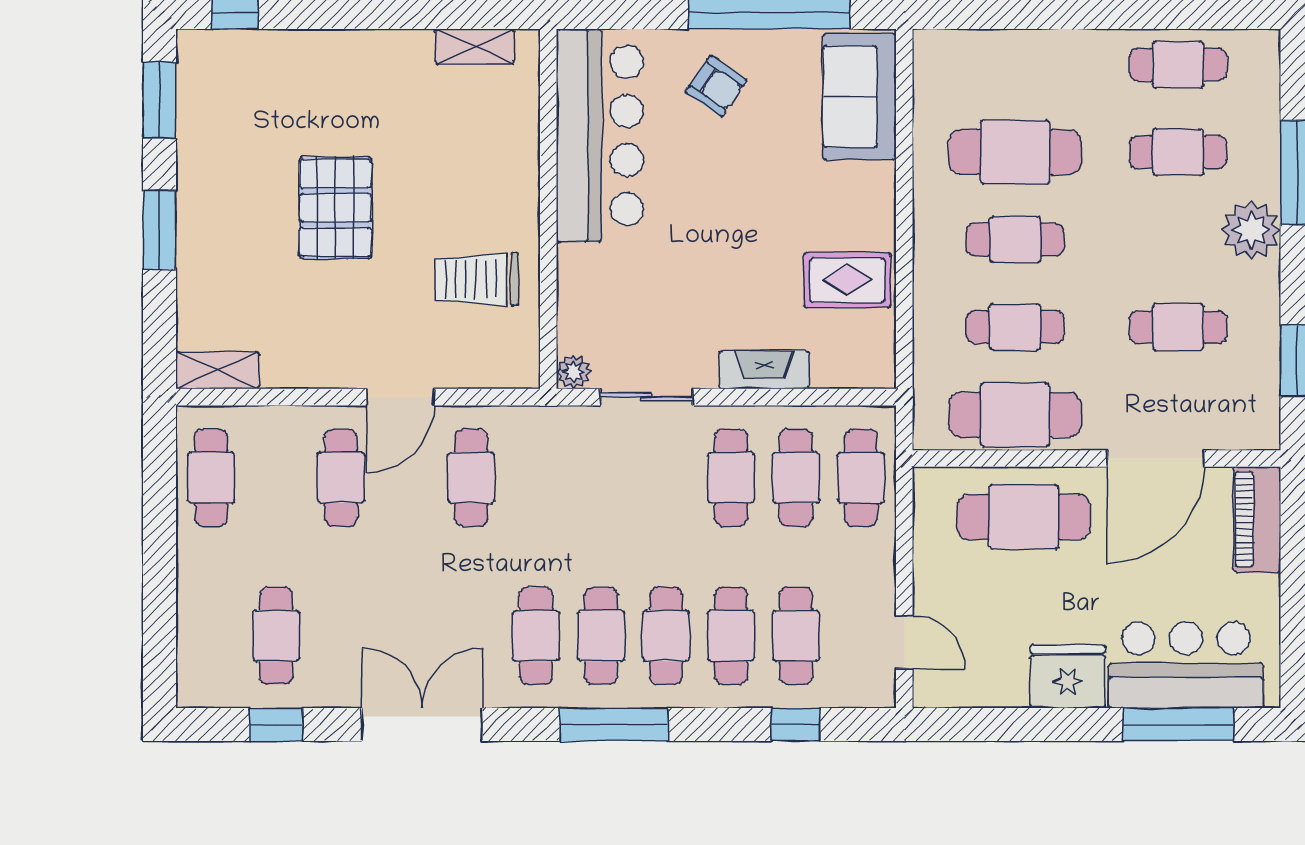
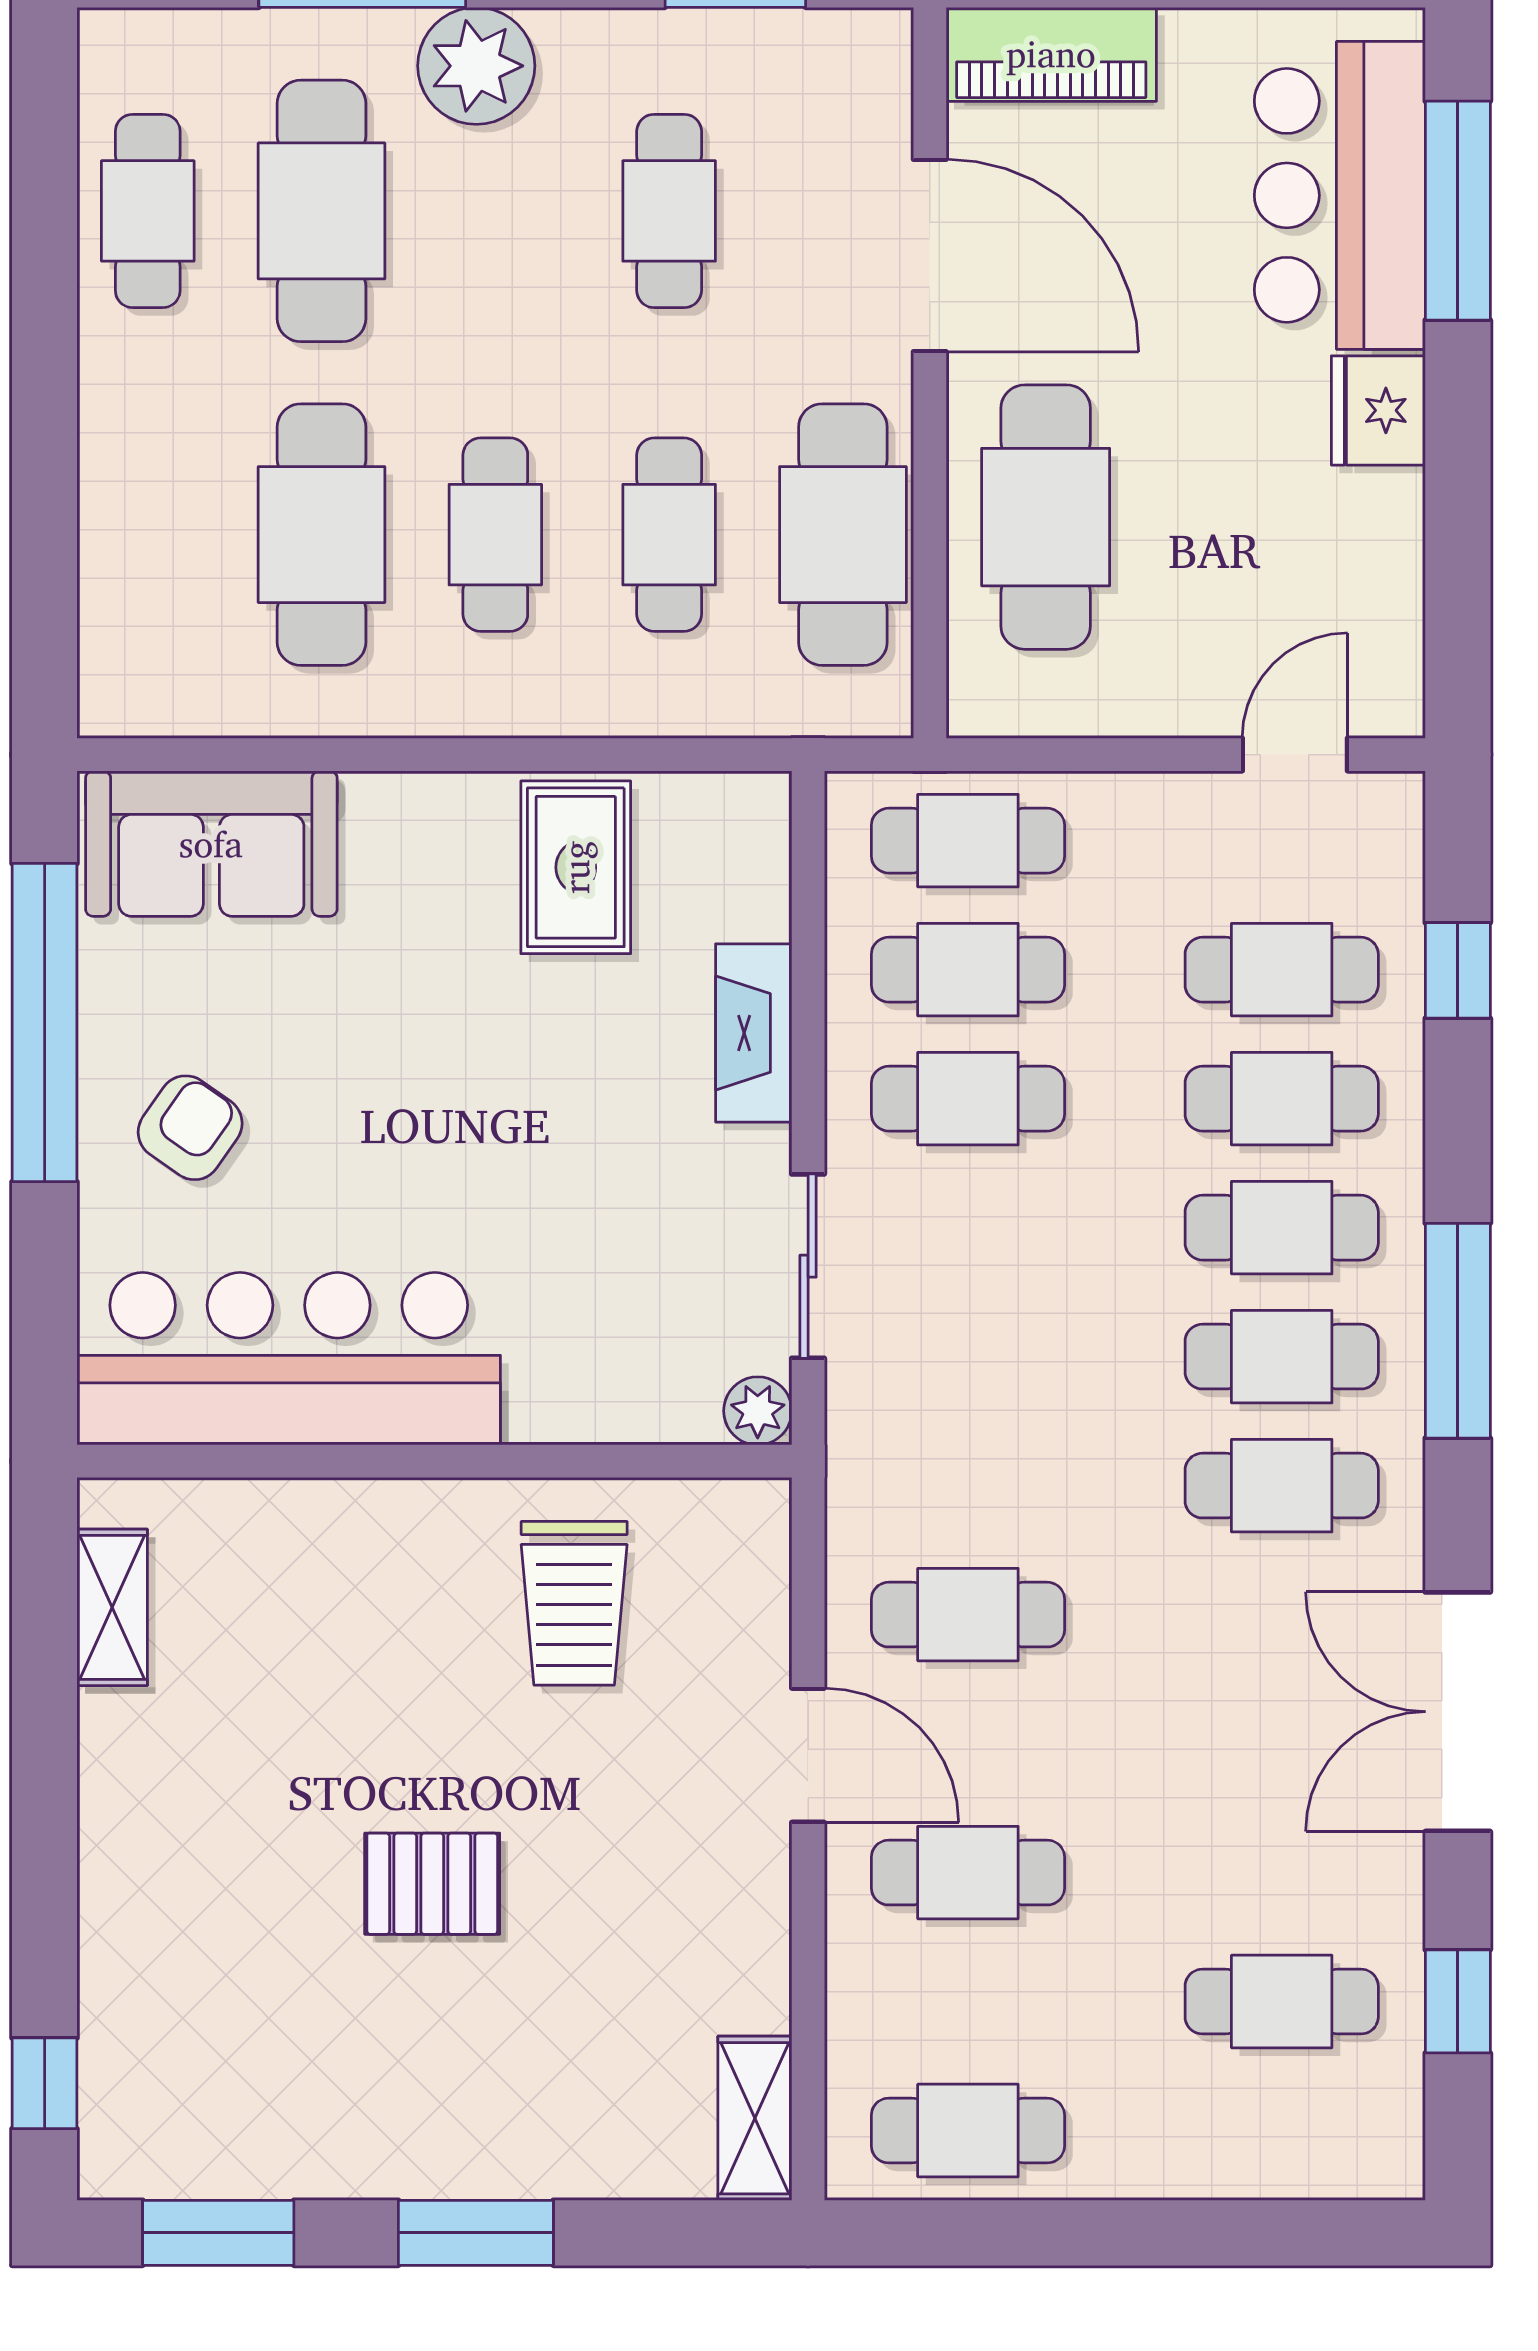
cafe table: (1178, 152) -> (322, 211), width x1.37, depth x1.35
pallet: (335, 208) -> (432, 1884), width x0.67, depth x0.71
fridge: (1068, 676) -> (1378, 410), width x0.73, depth x0.75

